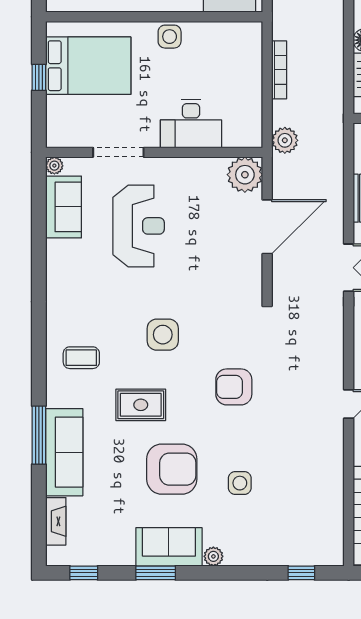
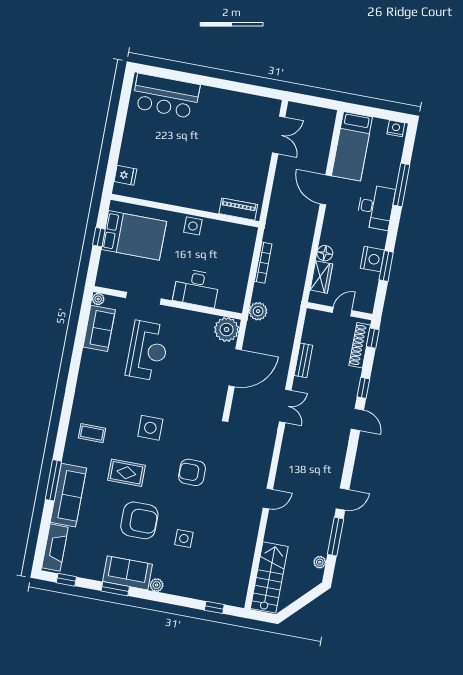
fireplace: (56, 521) -> (55, 547), width x1.37, depth x1.32

